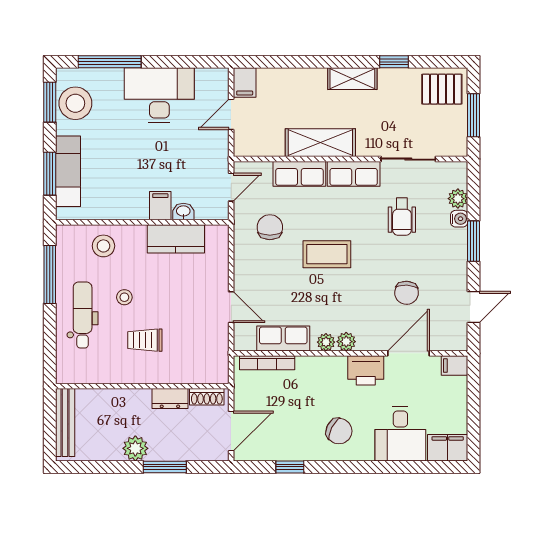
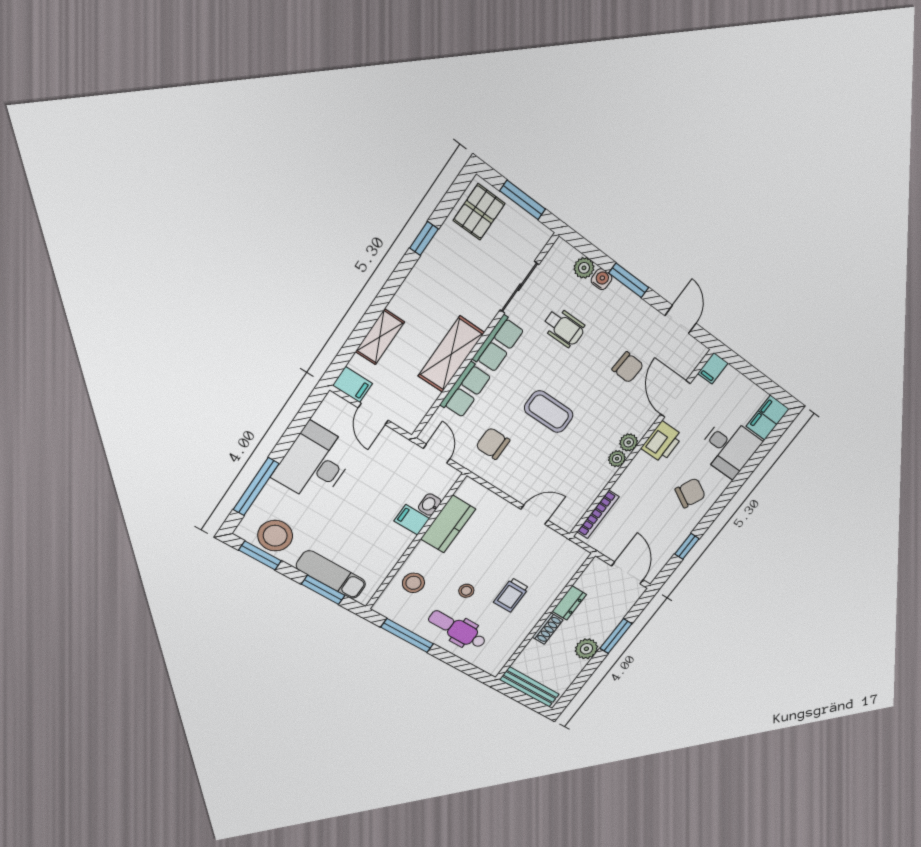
shelving: (352, 79) -> (380, 337), moved
coffee table: (327, 254) -> (549, 412), turned 90
row of seats: (283, 338) -> (589, 490), removed
shoe rack: (207, 397) -> (548, 629), moved

